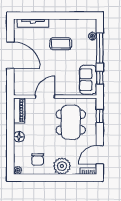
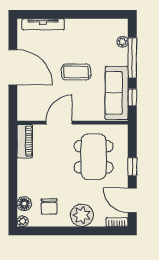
coffee table: (61, 44) -> (76, 72), moved
sofa: (88, 80) -> (117, 93), width x1.36
window: (100, 116) -> (132, 167), moved
floor lamp: (19, 137) -> (24, 204), moved
door: (100, 155) -> (132, 200), hinge flipped

